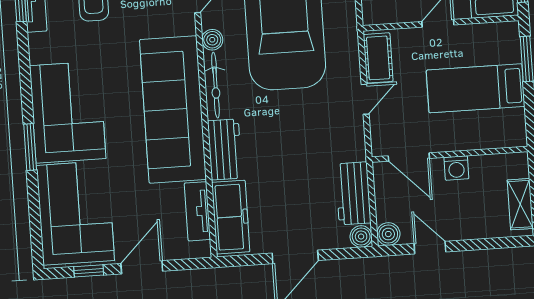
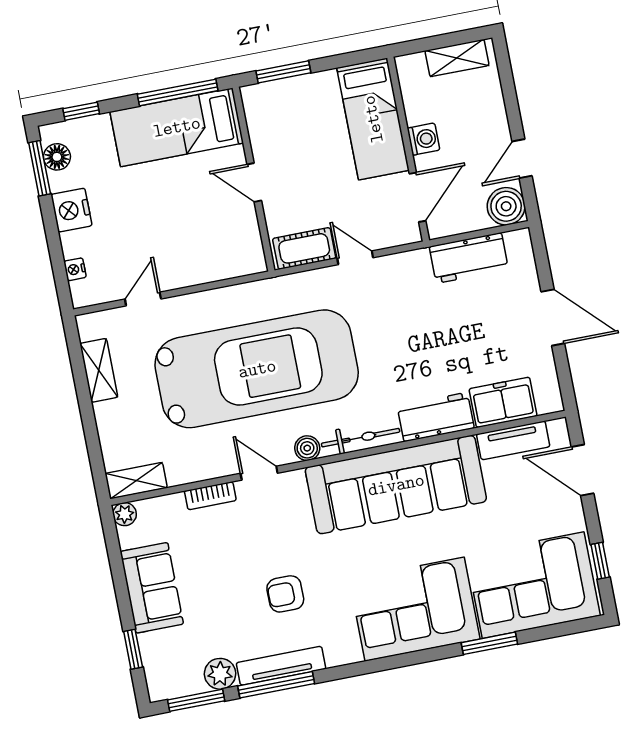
bed: (476, 88) -> (373, 119), moved
window: (30, 147) -> (489, 643), moved
freezer: (231, 217) -> (503, 402), width x0.71
boiler: (388, 234) -> (506, 206), width x1.36, depth x1.36
boiler: (361, 236) -> (519, 242), removed
door: (142, 267) -> (583, 470), moved

